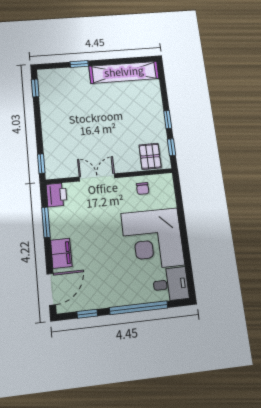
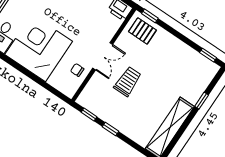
trolley: (115, 137) -> (128, 82), added
pallet: (150, 156) -> (142, 31), moved
double door: (97, 177) -> (103, 56), moved

